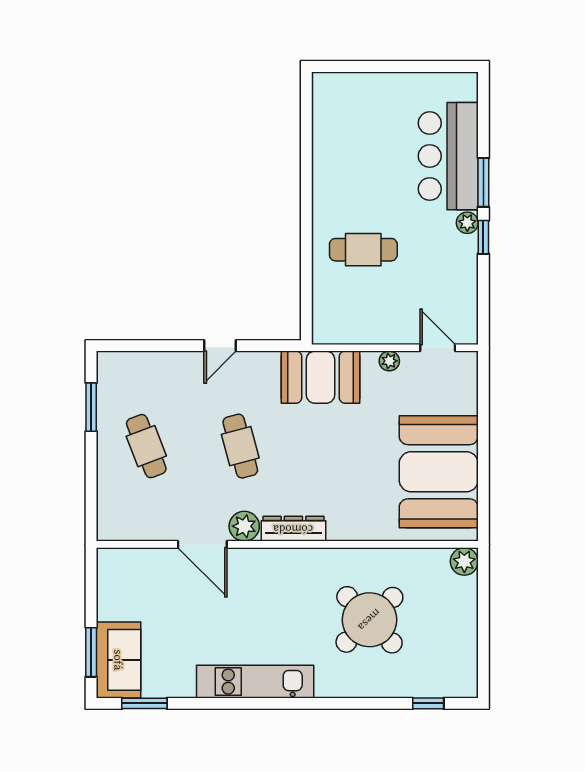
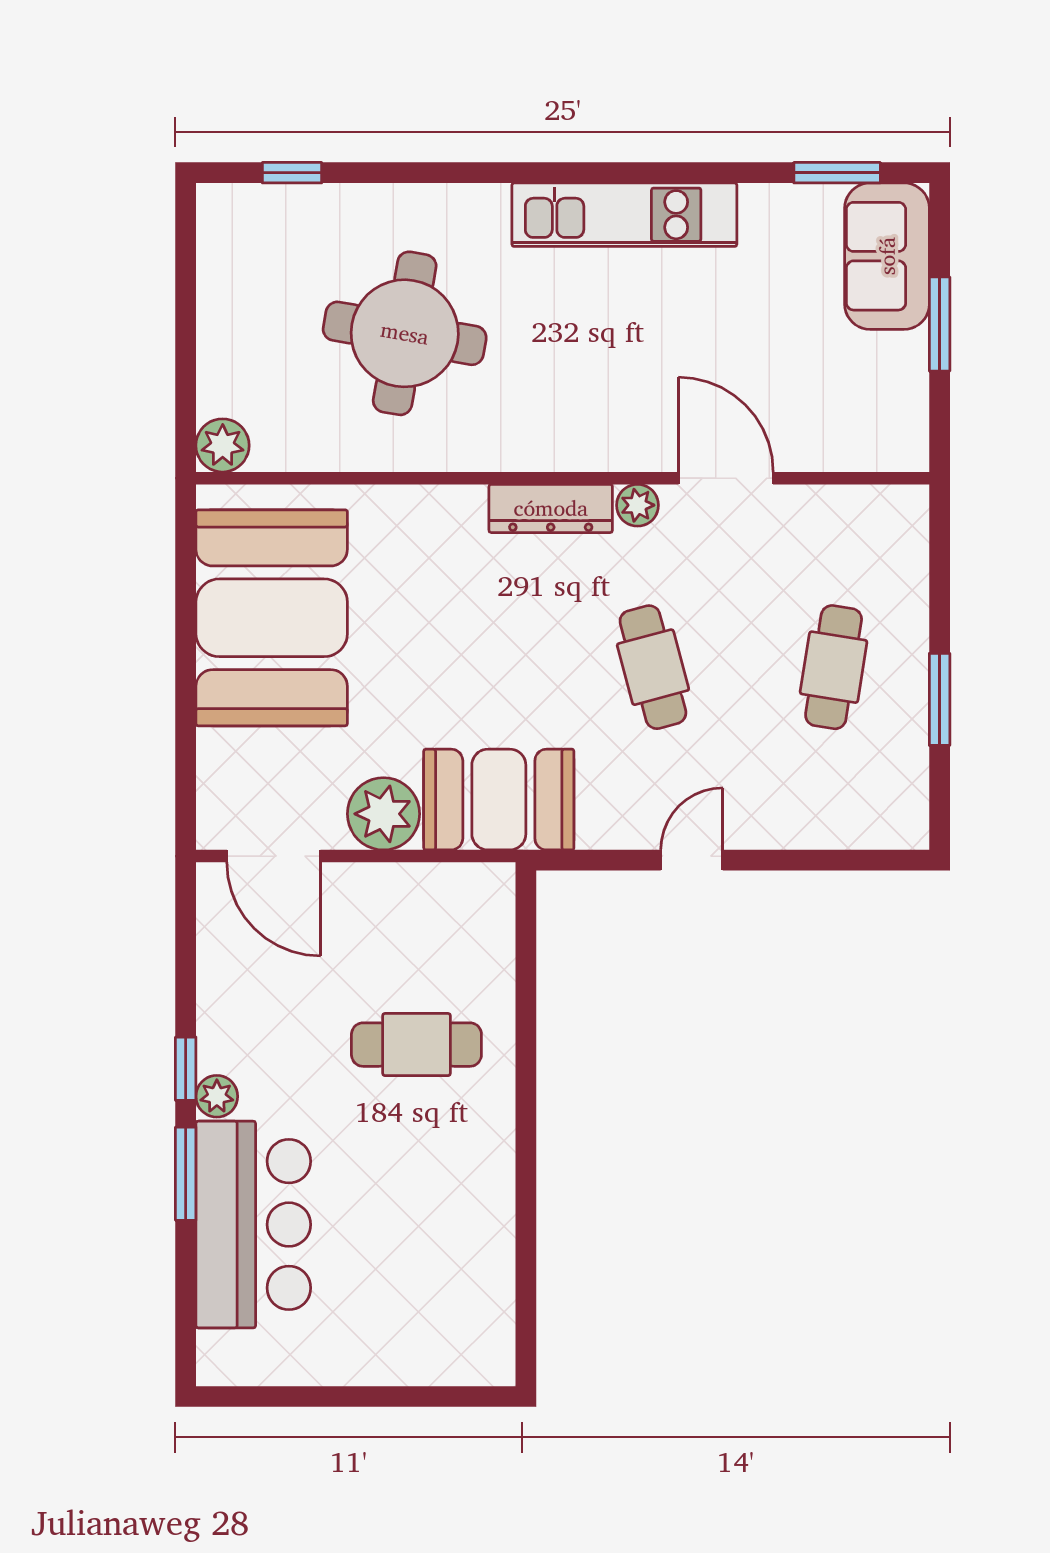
door: (438, 348) -> (274, 856), width x1.38
plant: (389, 361) -> (383, 814), width x1.87, depth x1.87
window: (91, 407) -> (940, 699), moved
cafe table: (146, 446) -> (834, 667), turned 30
plant: (244, 526) -> (637, 505), width x0.73, depth x0.73
round table: (369, 620) -> (405, 333), turned -36
window: (91, 652) -> (940, 324), moved

